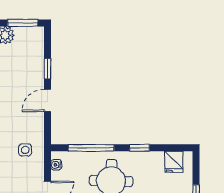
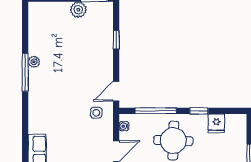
door: (47, 100) -> (116, 91), moved
fridge: (174, 162) -> (216, 123), moved

